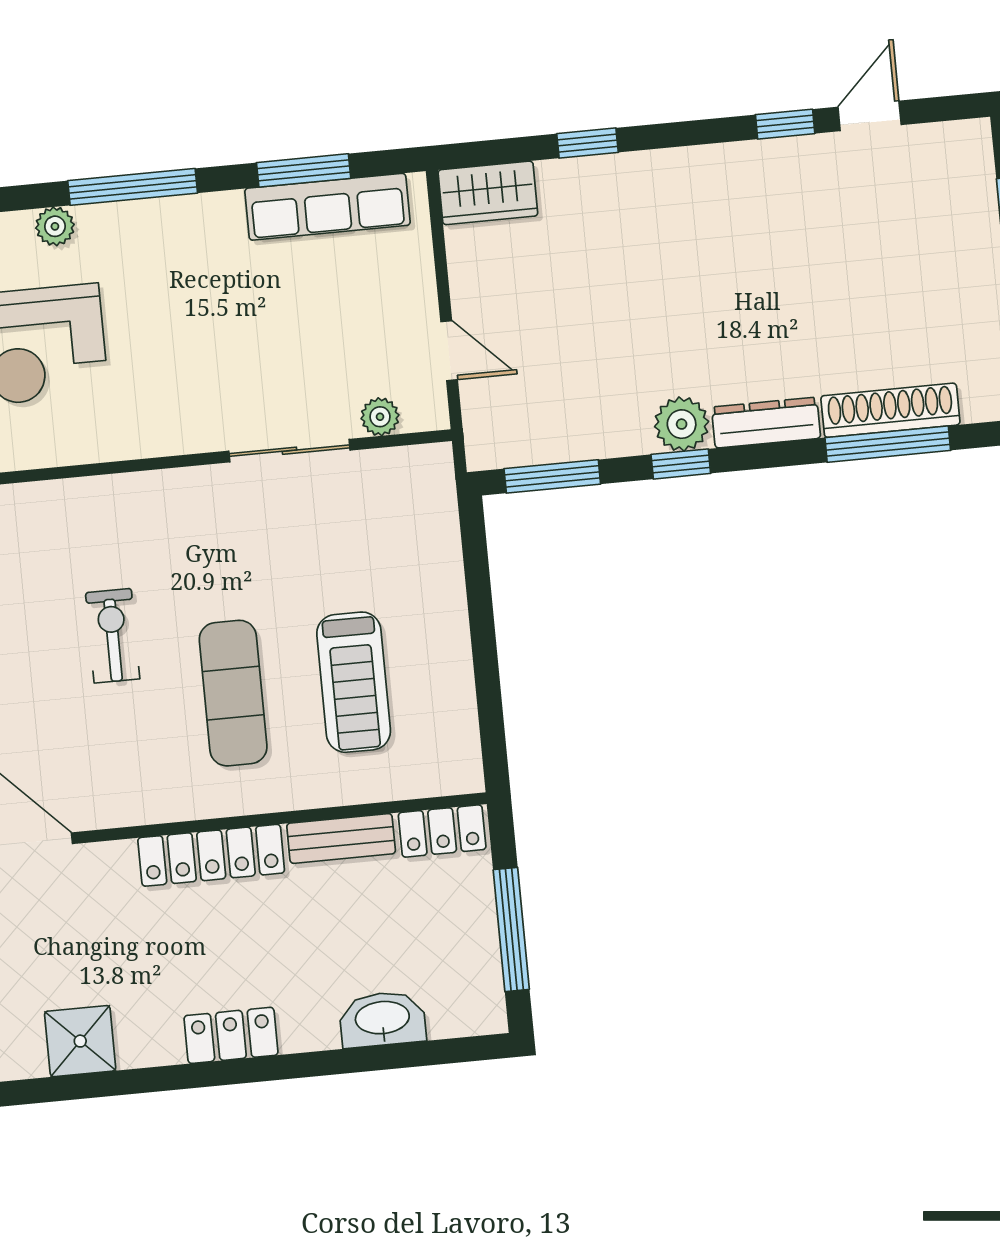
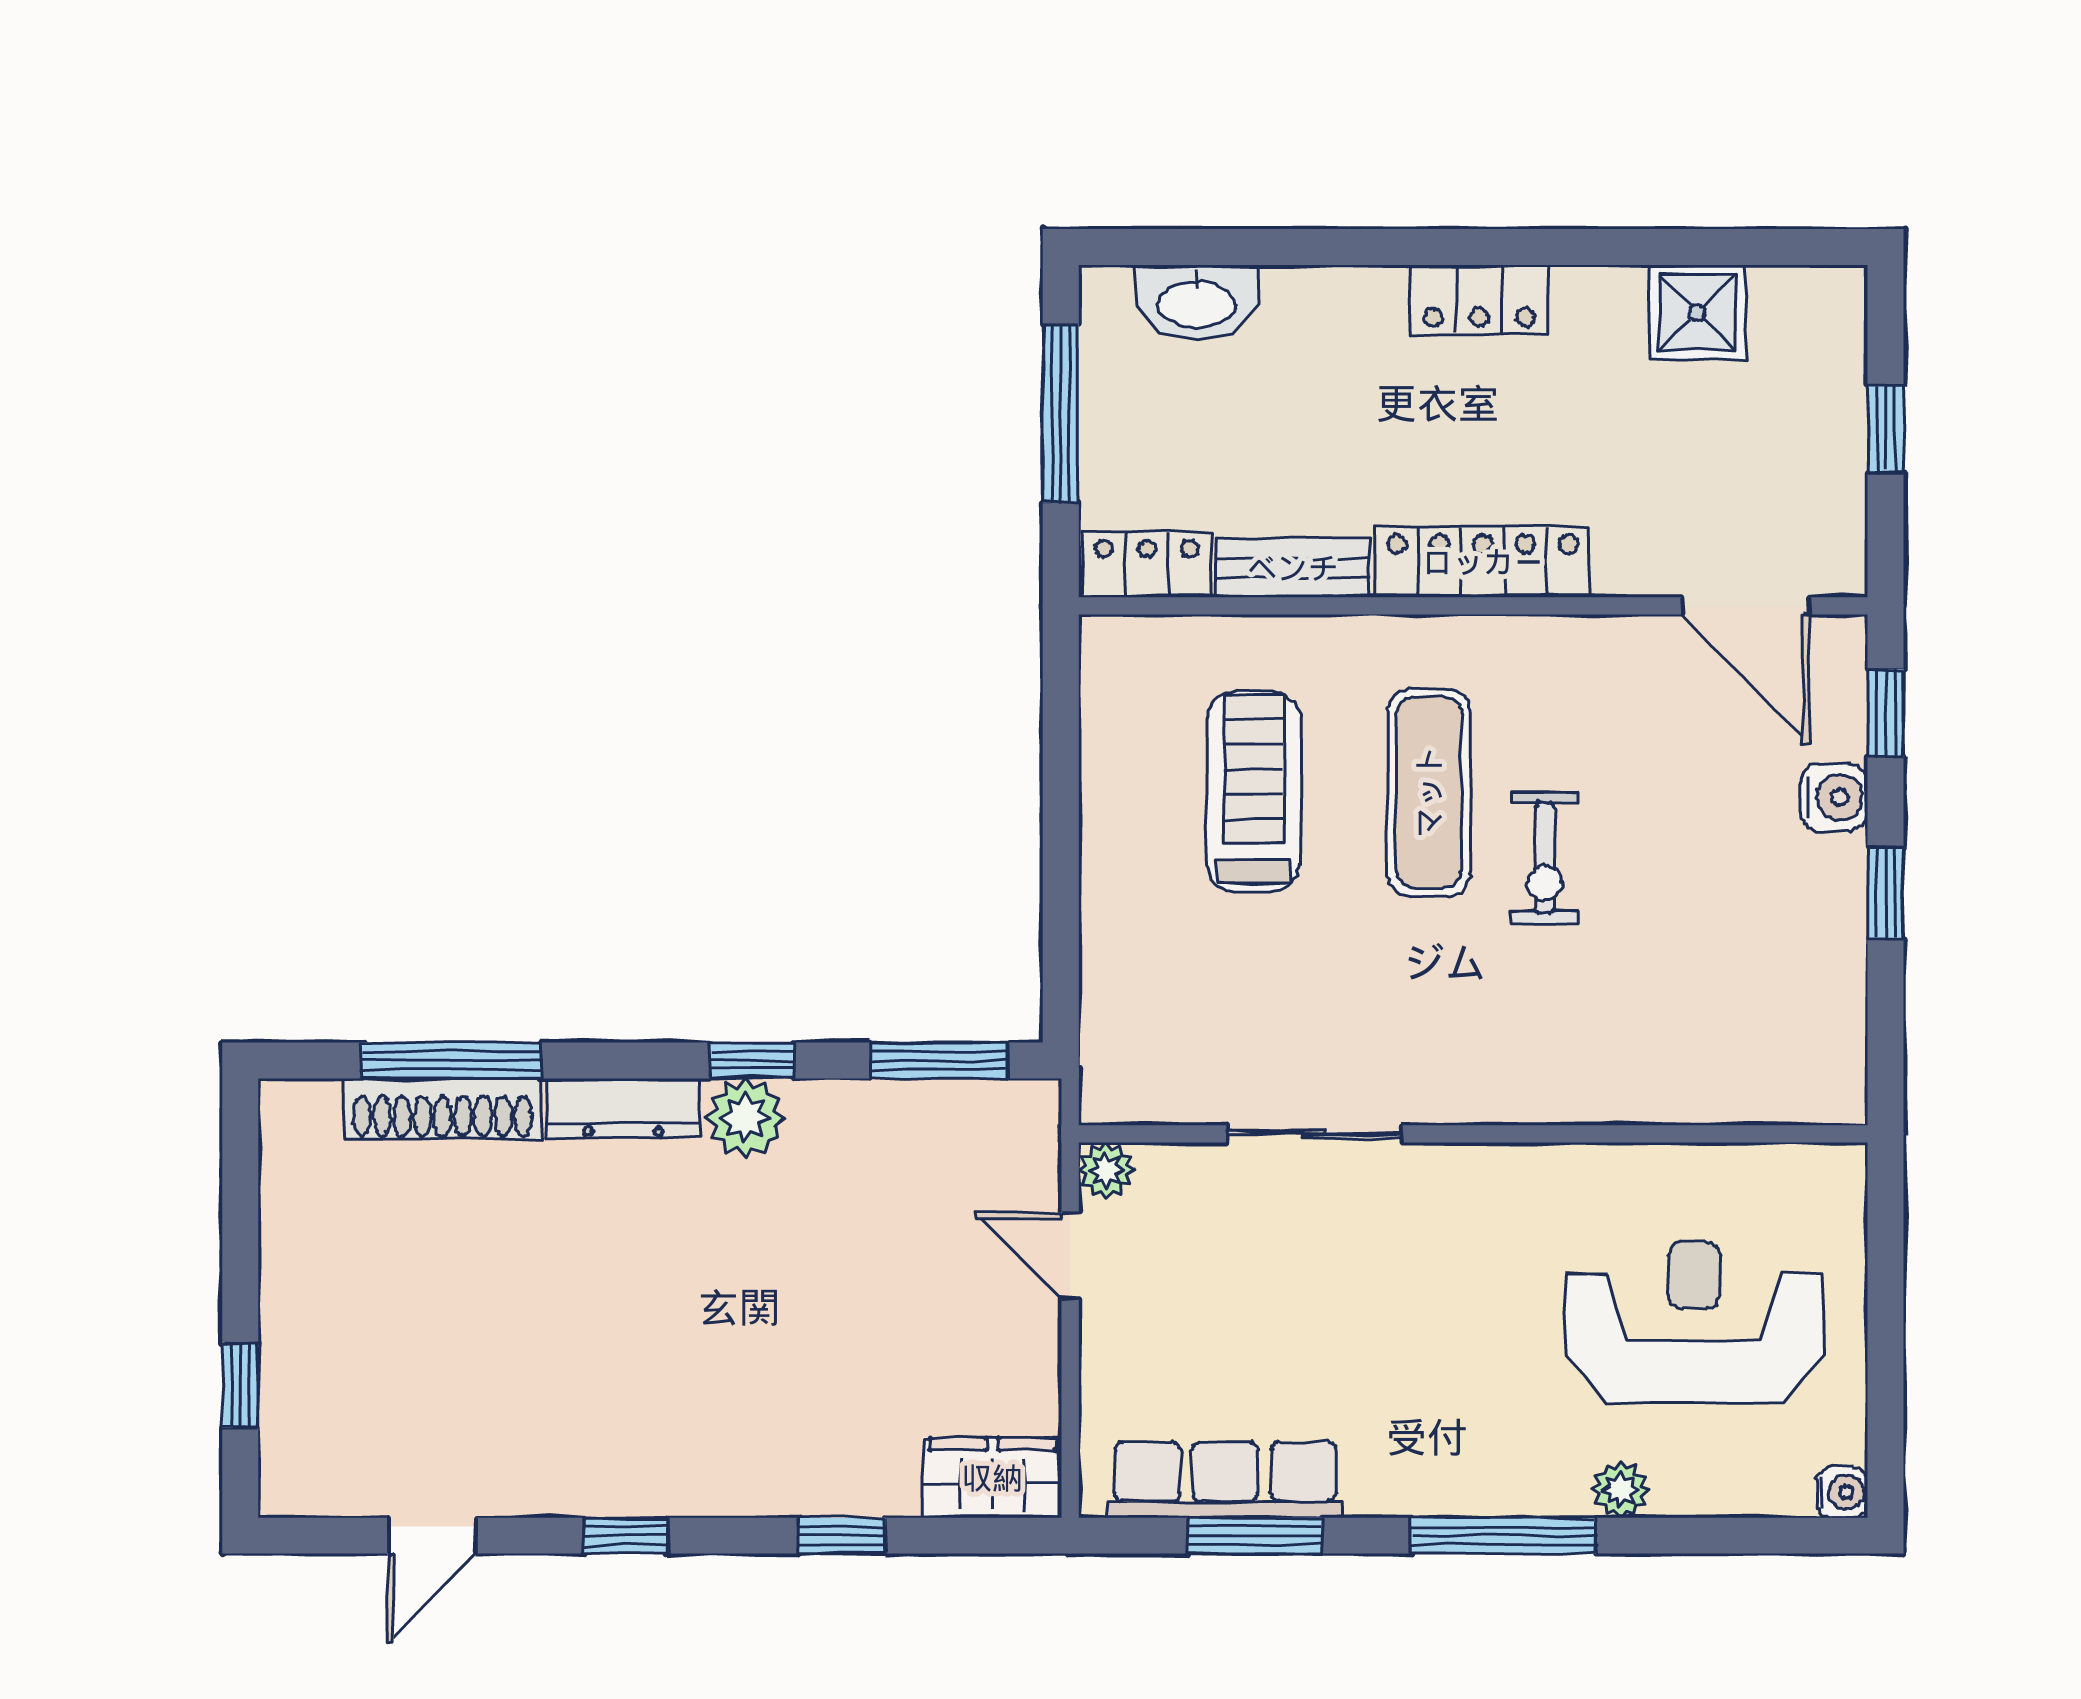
window: (785, 124) -> (626, 1536), moved
plant: (380, 417) -> (1106, 1170), moved
exercise bike: (113, 636) -> (1545, 858), moved
washbasin: (382, 1019) -> (1197, 302), moved

